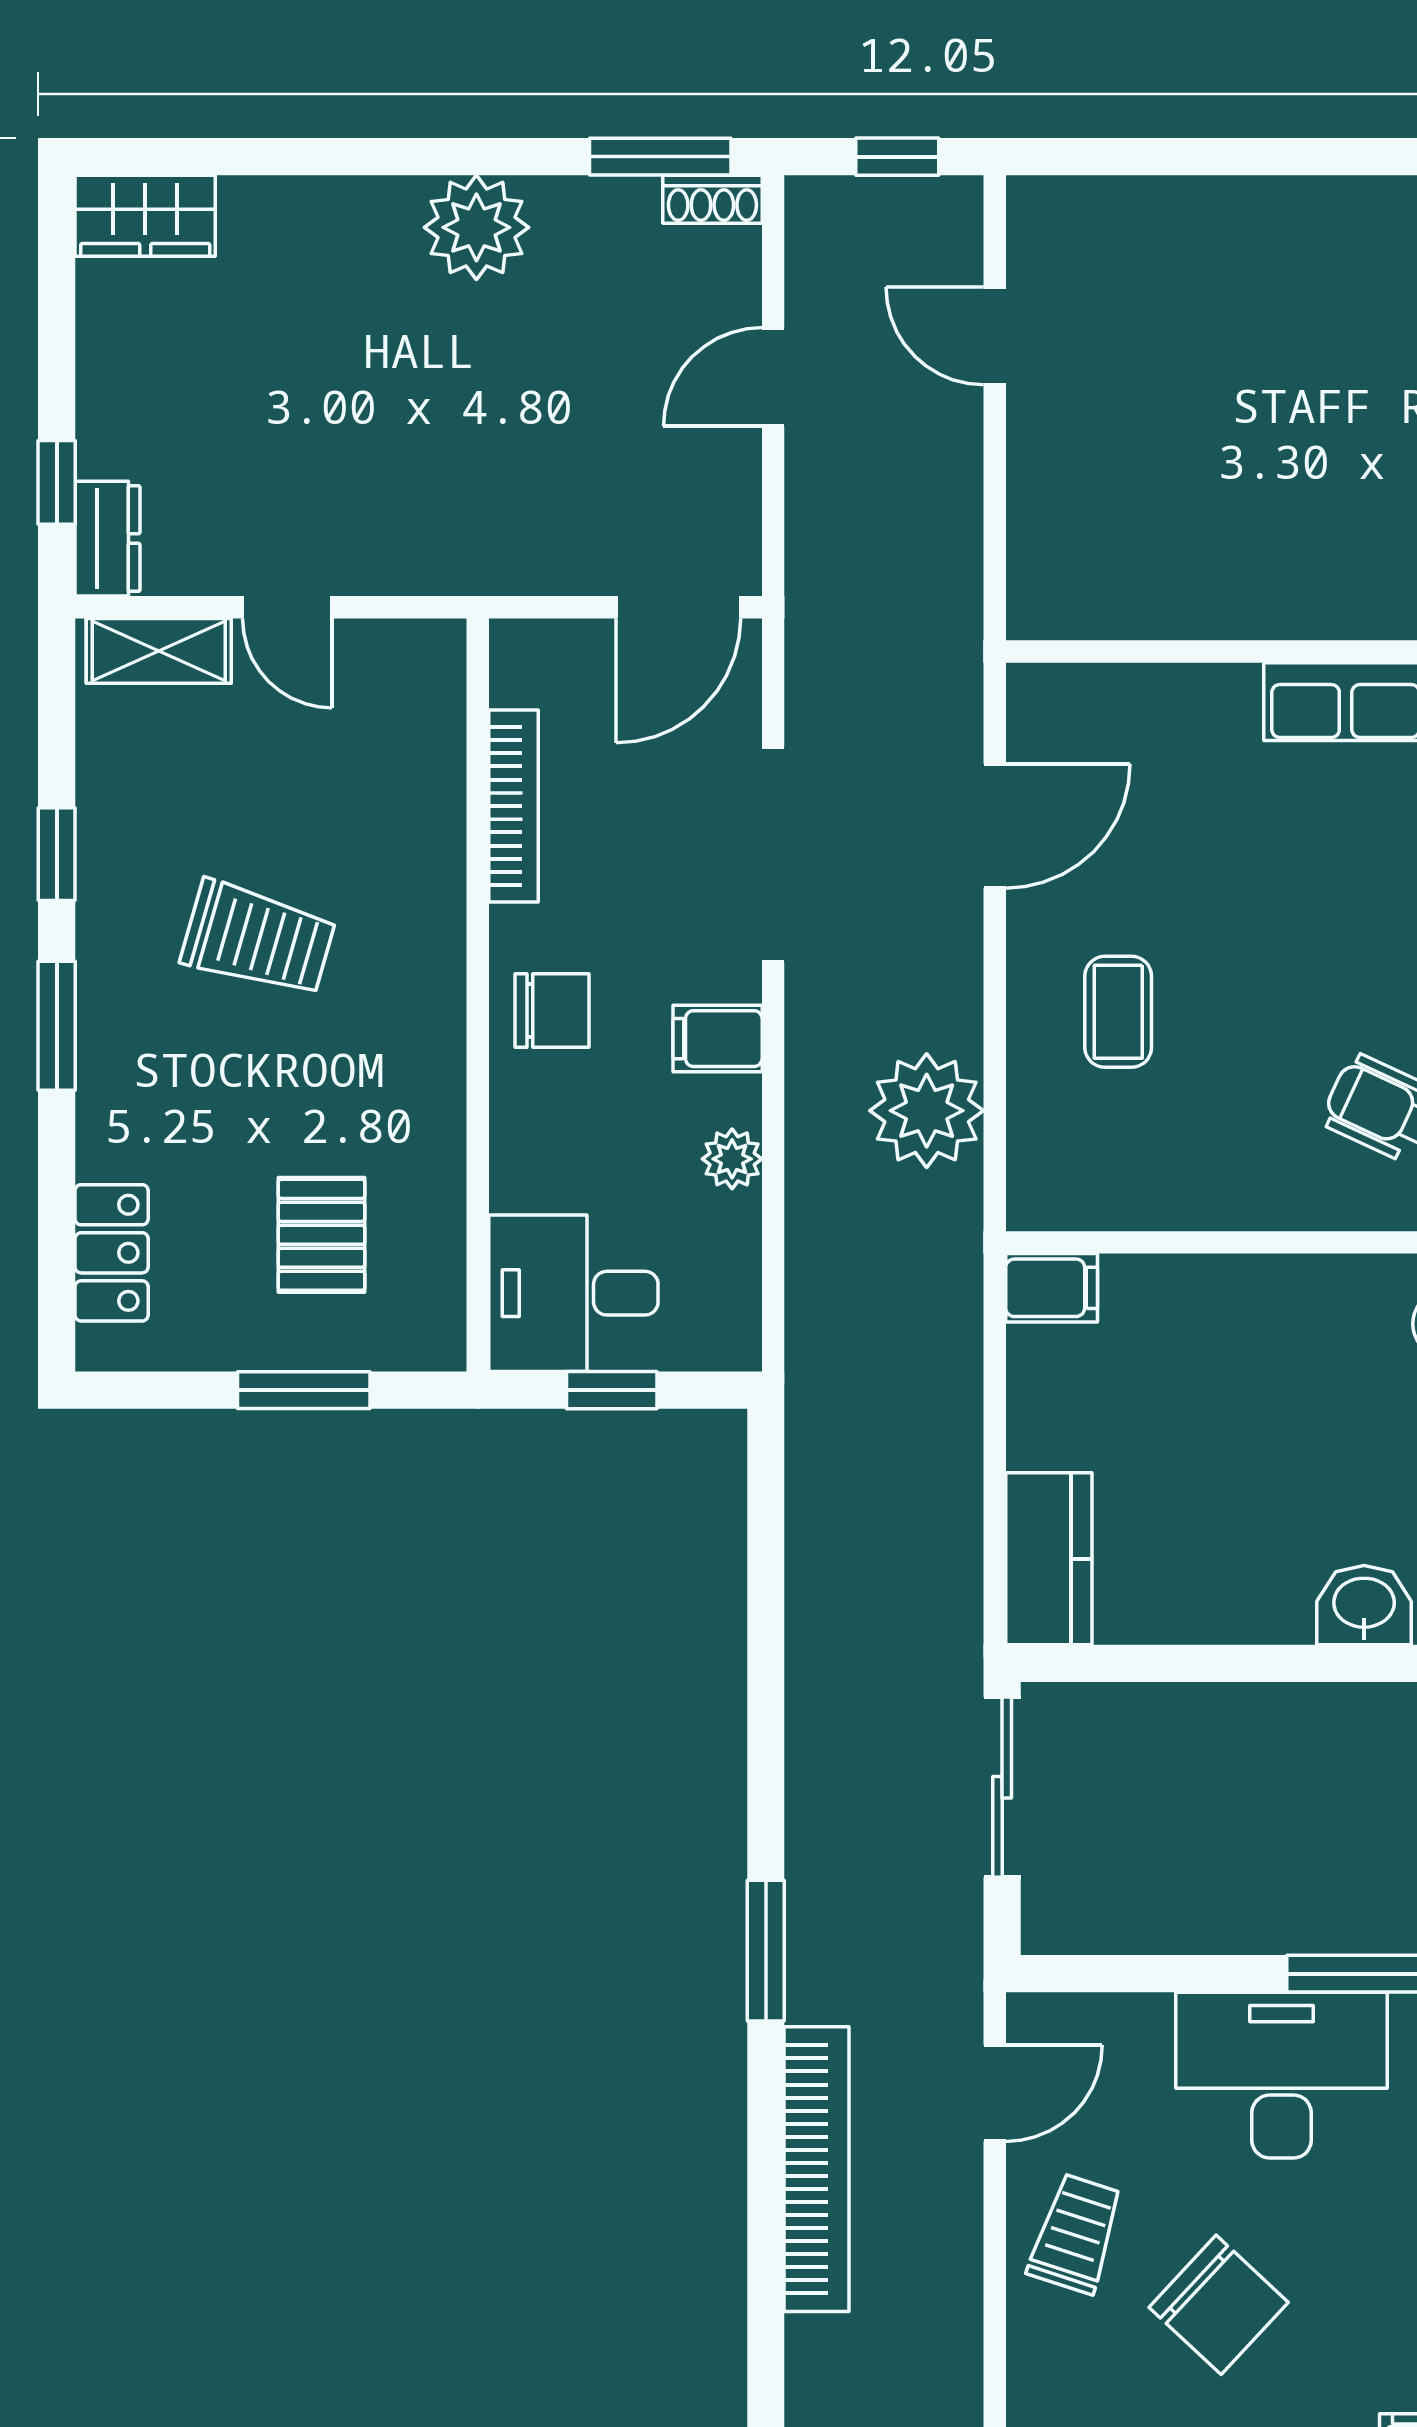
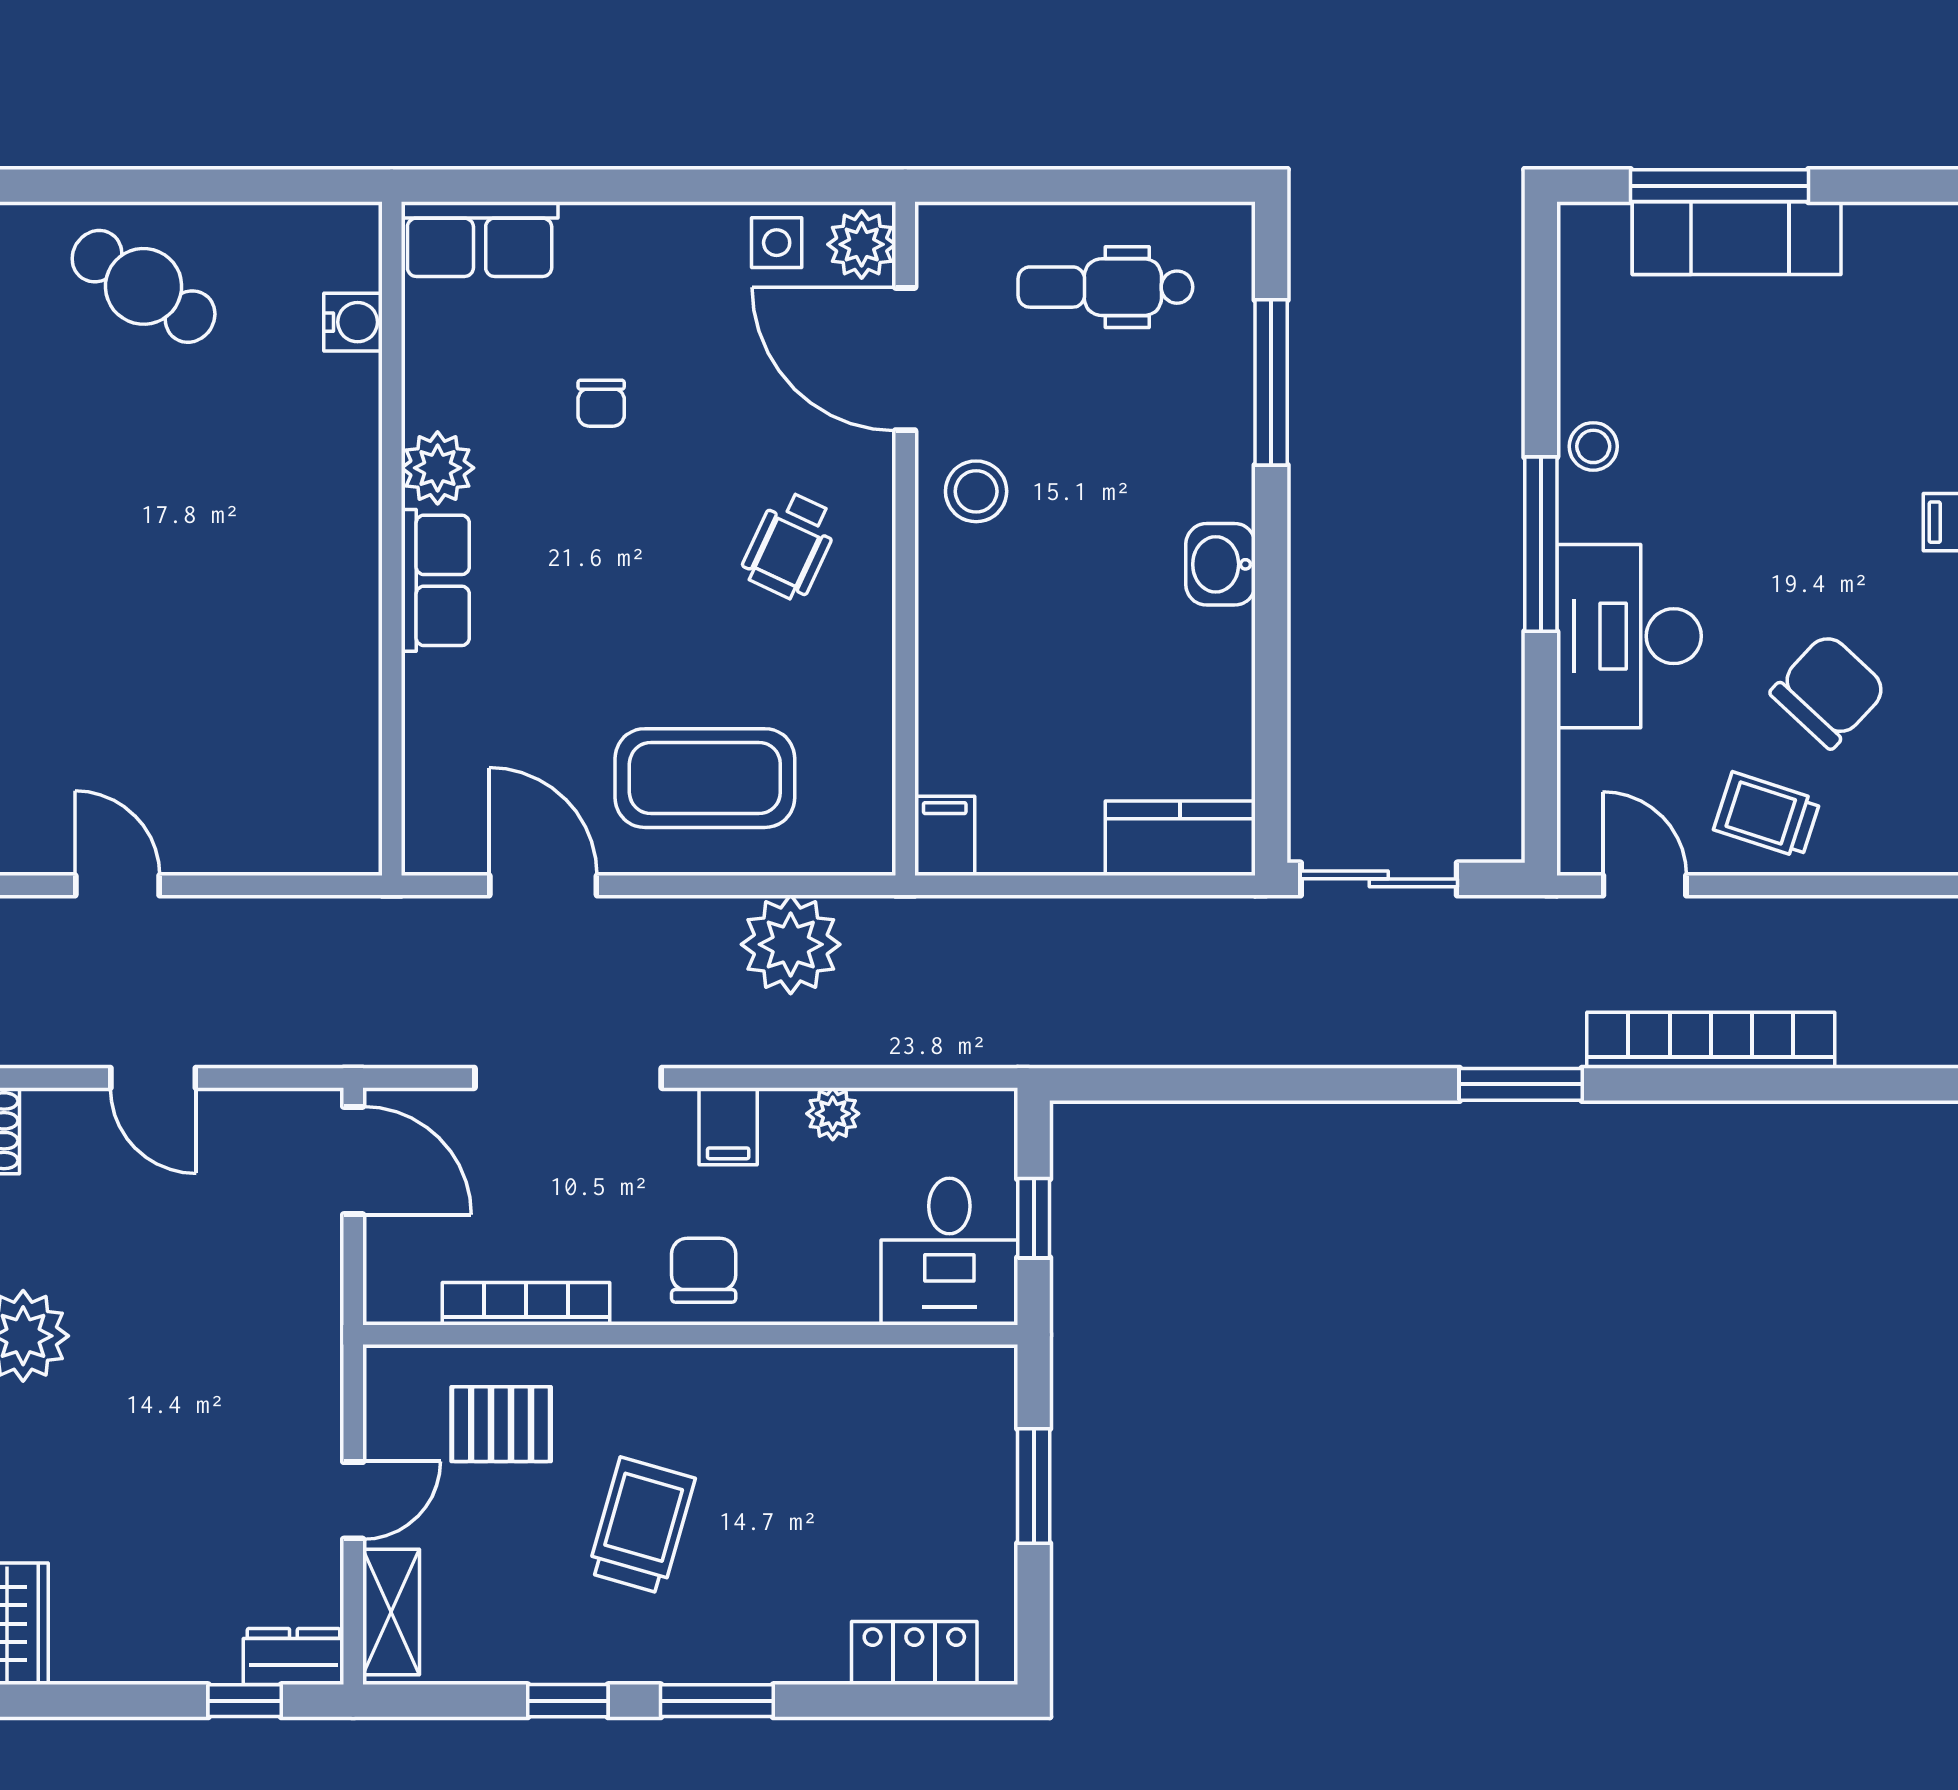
door: (995, 336) -> (117, 885), swing flipped
coffee table: (1118, 1012) -> (705, 778), width x1.86, depth x1.72
pallet: (322, 1235) -> (501, 1424), moved

